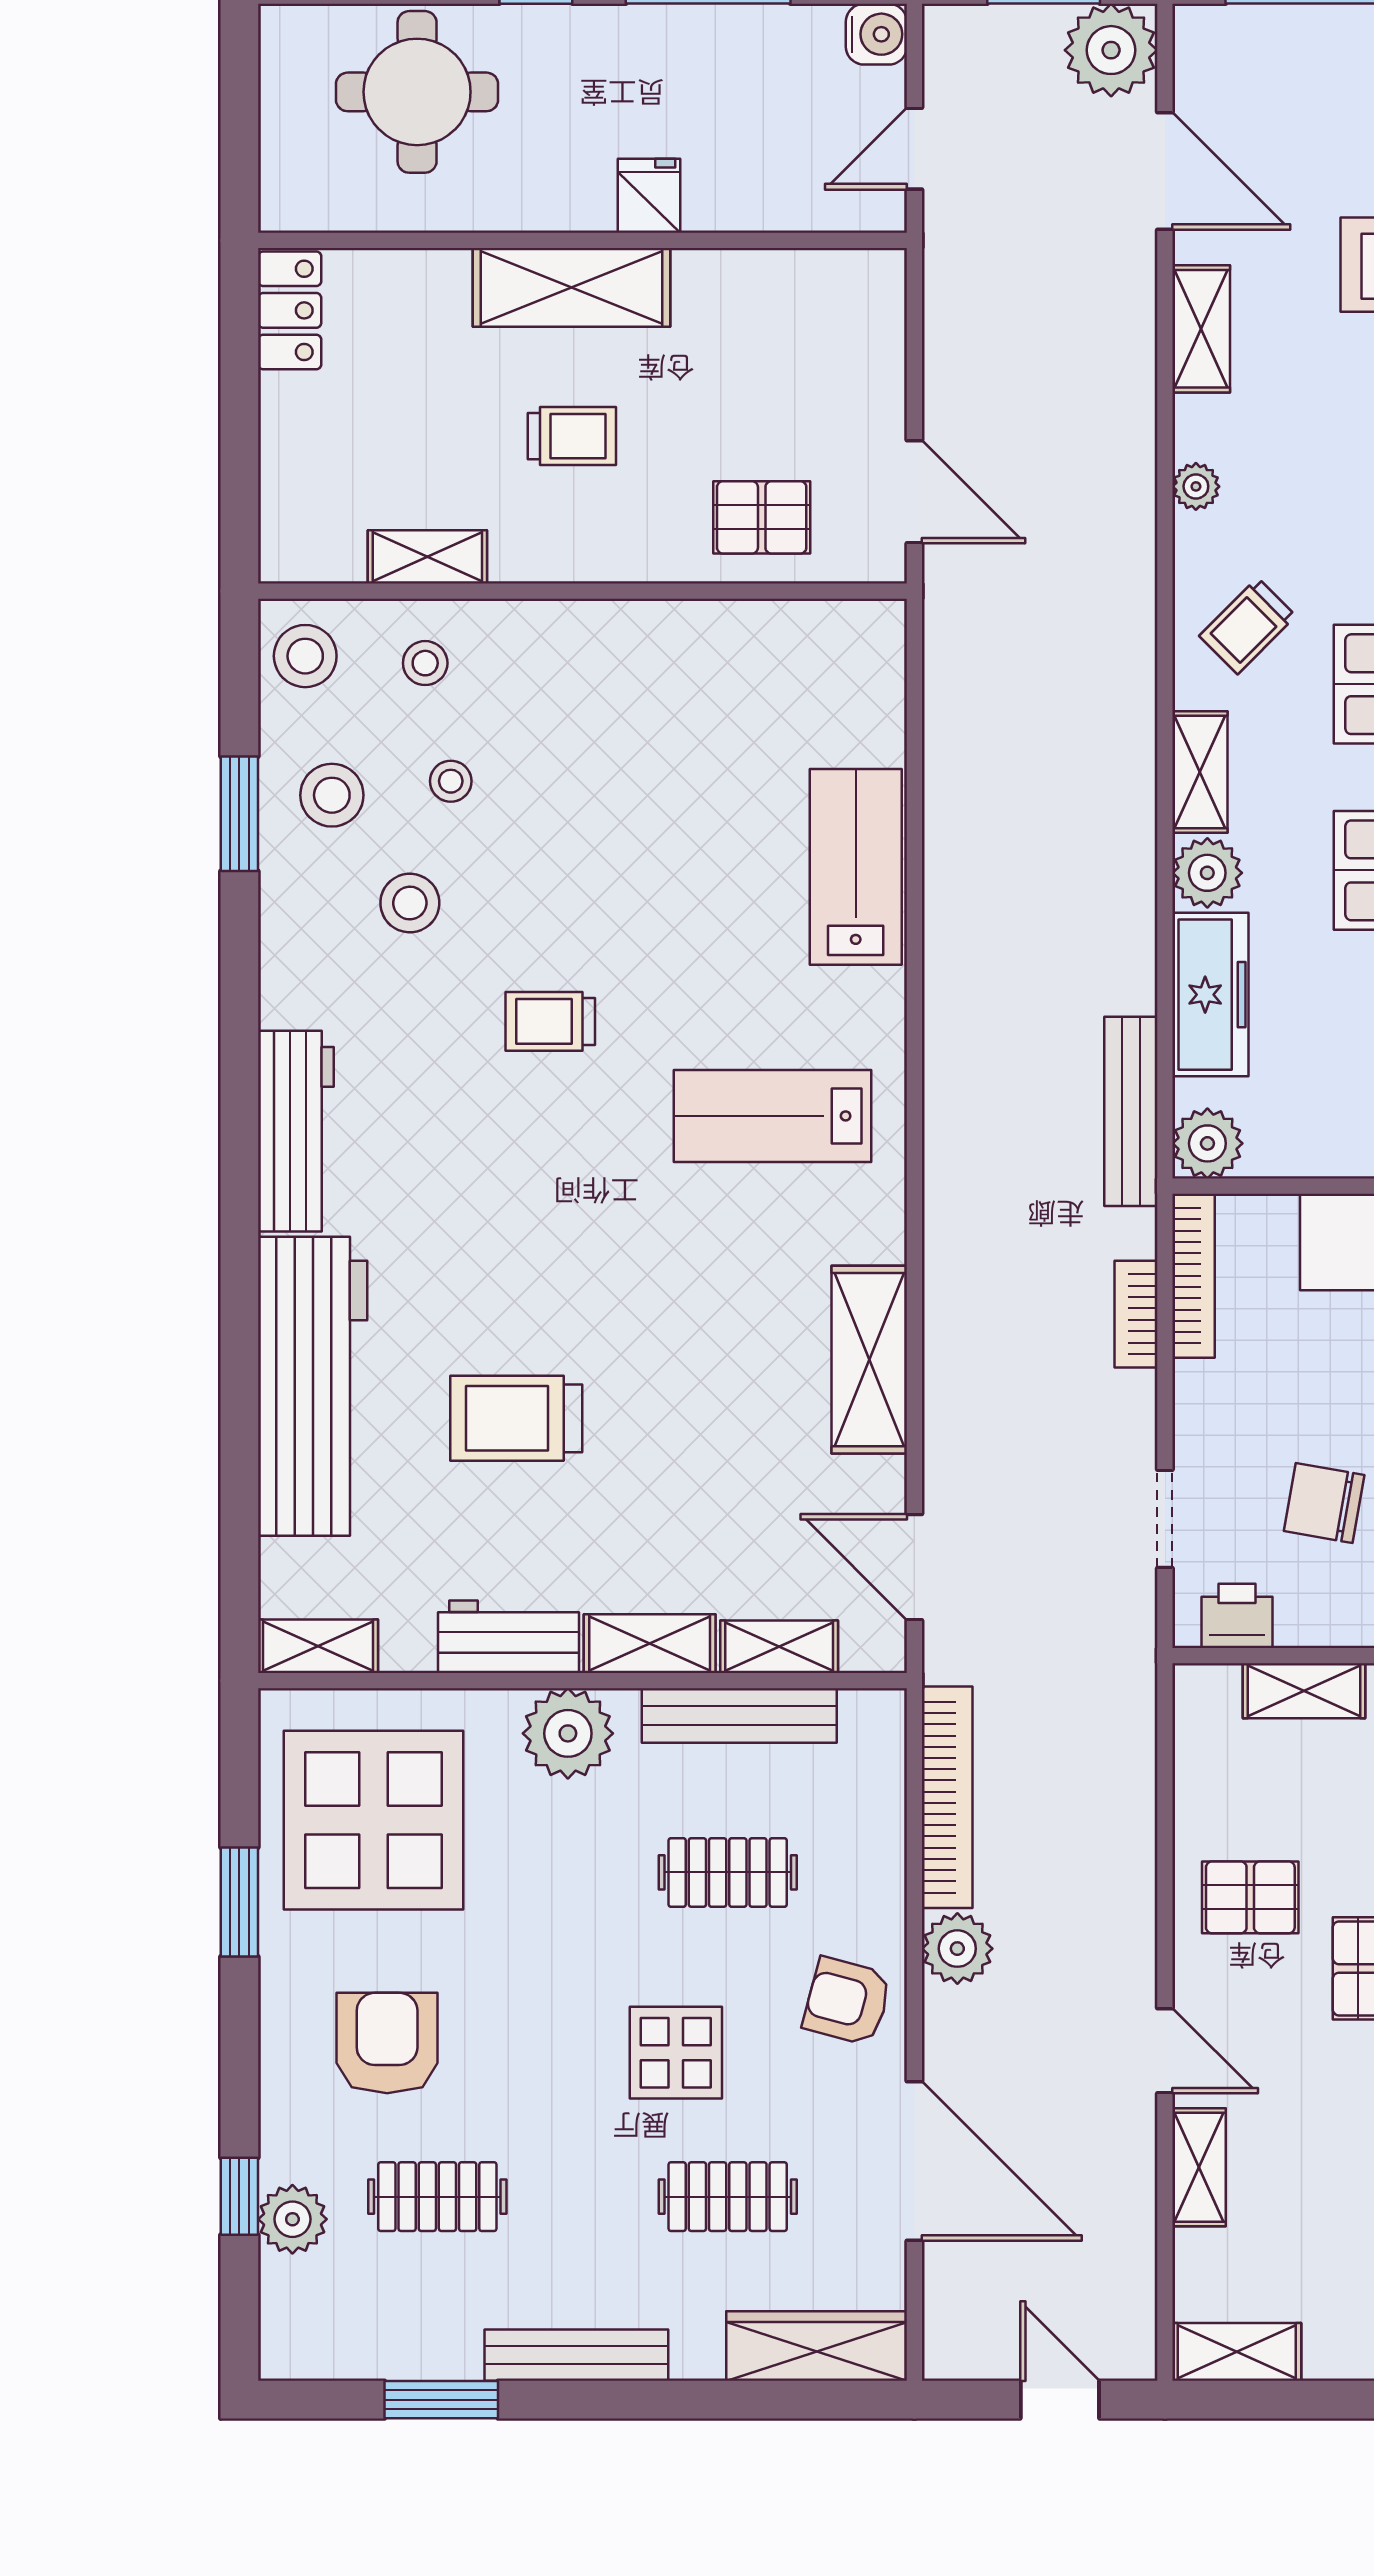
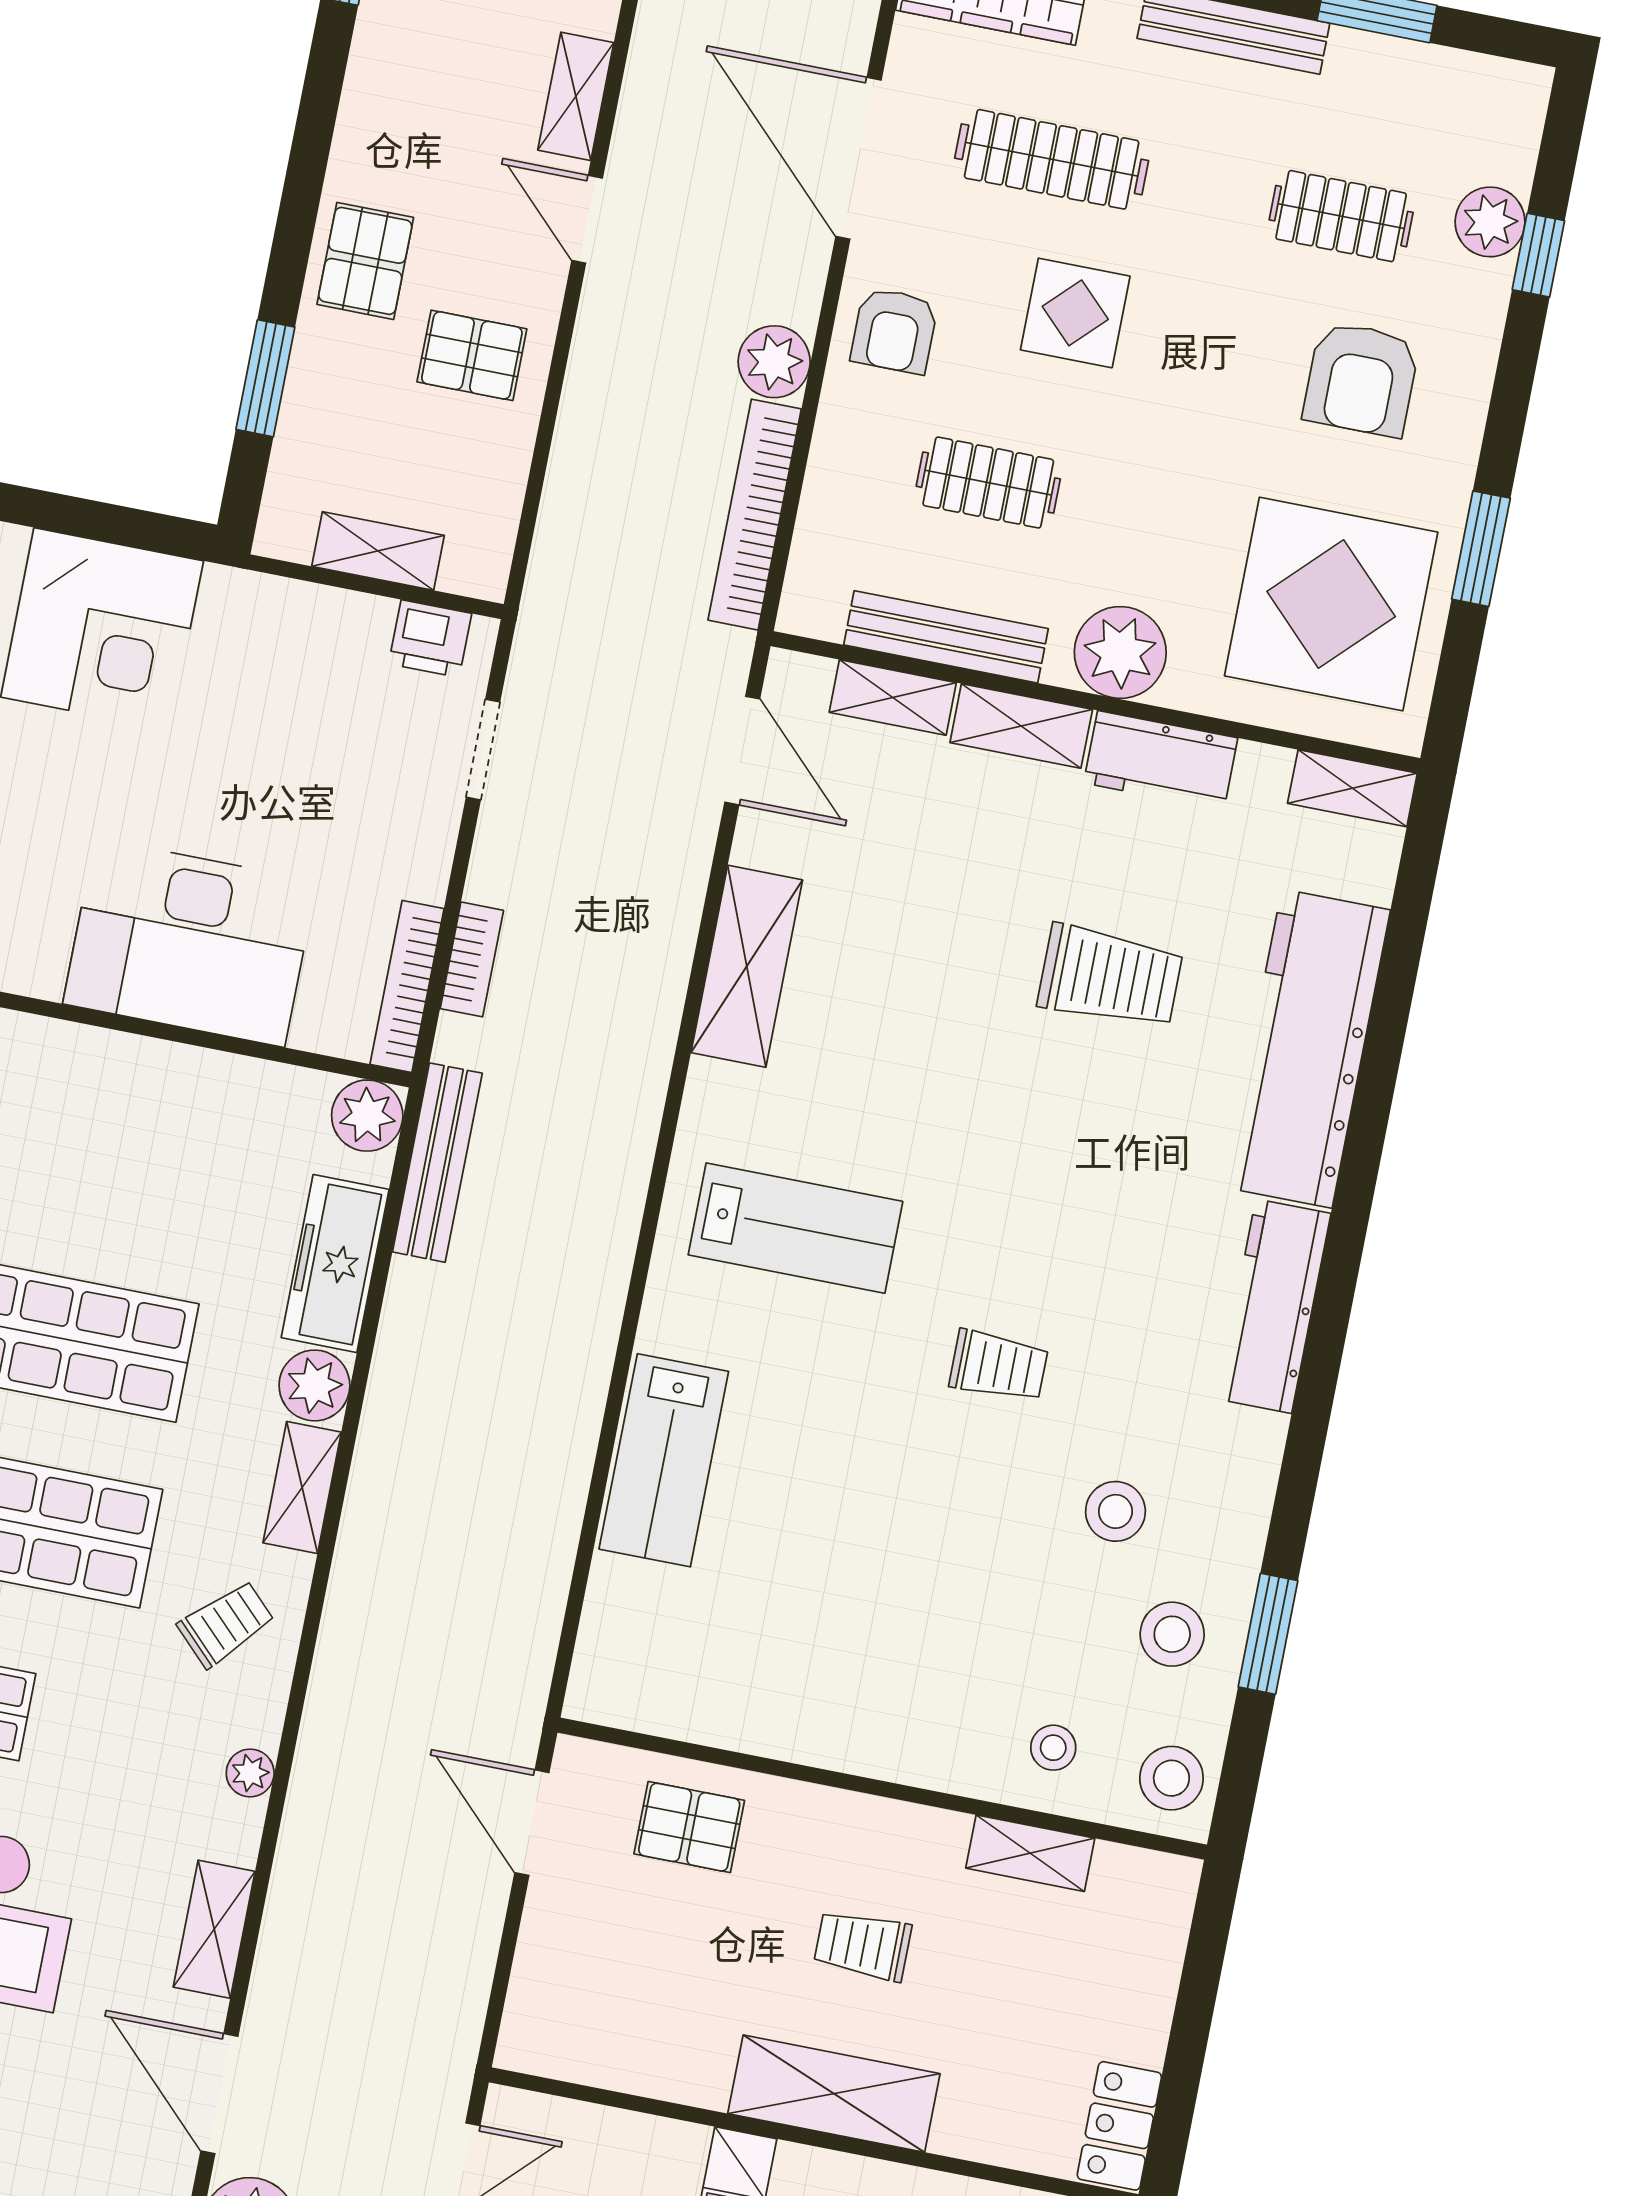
stool: (451, 781) -> (1051, 1625), removed
chair: (1324, 1503) -> (321, 734), removed
armchair: (847, 2001) -> (894, 331), turned 75
clothes rail: (728, 2197) -> (1052, 159), width x1.36

